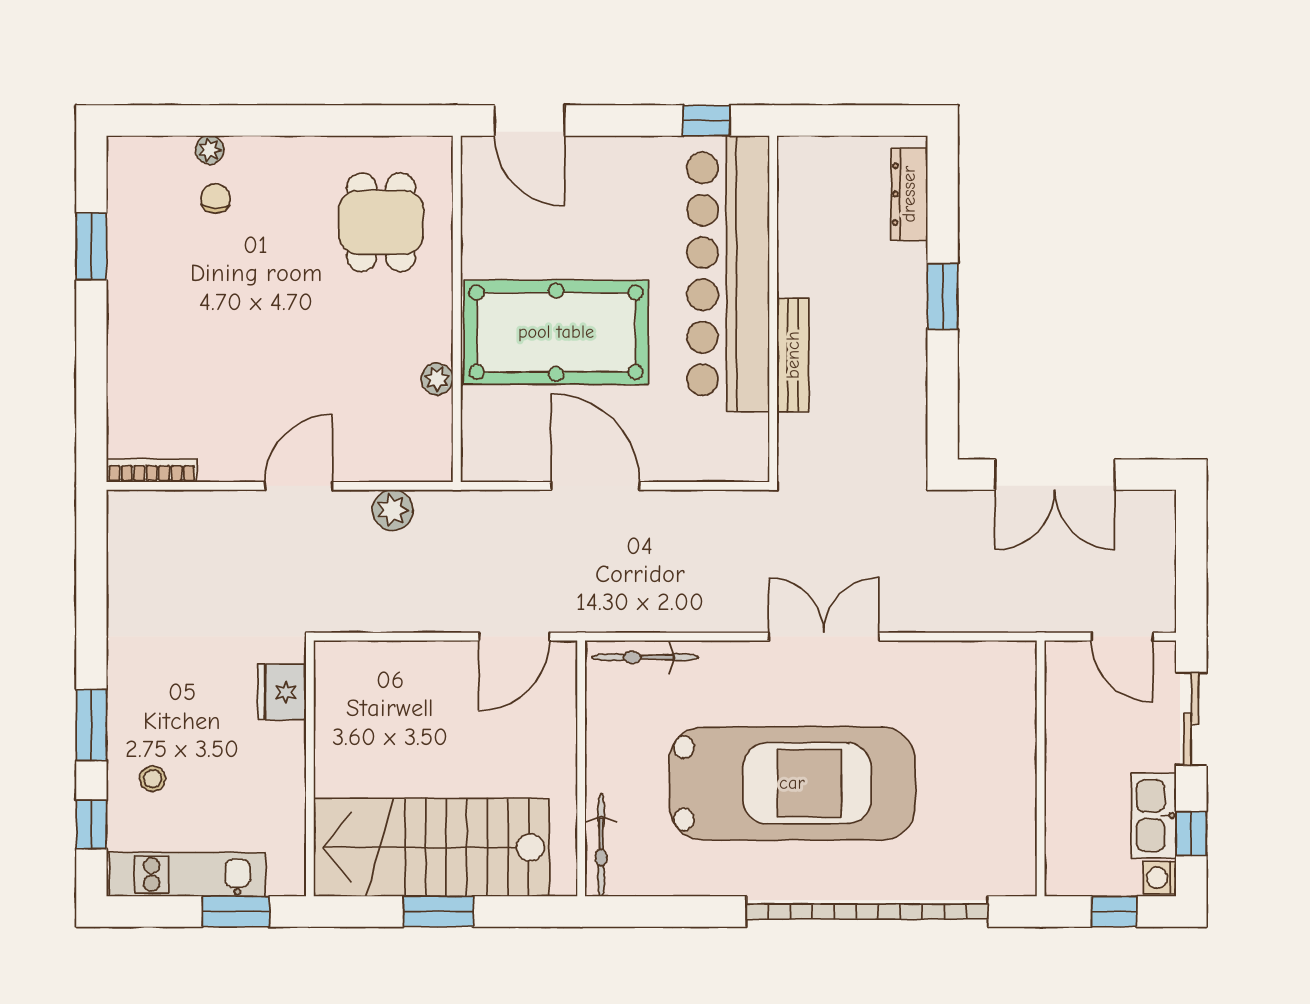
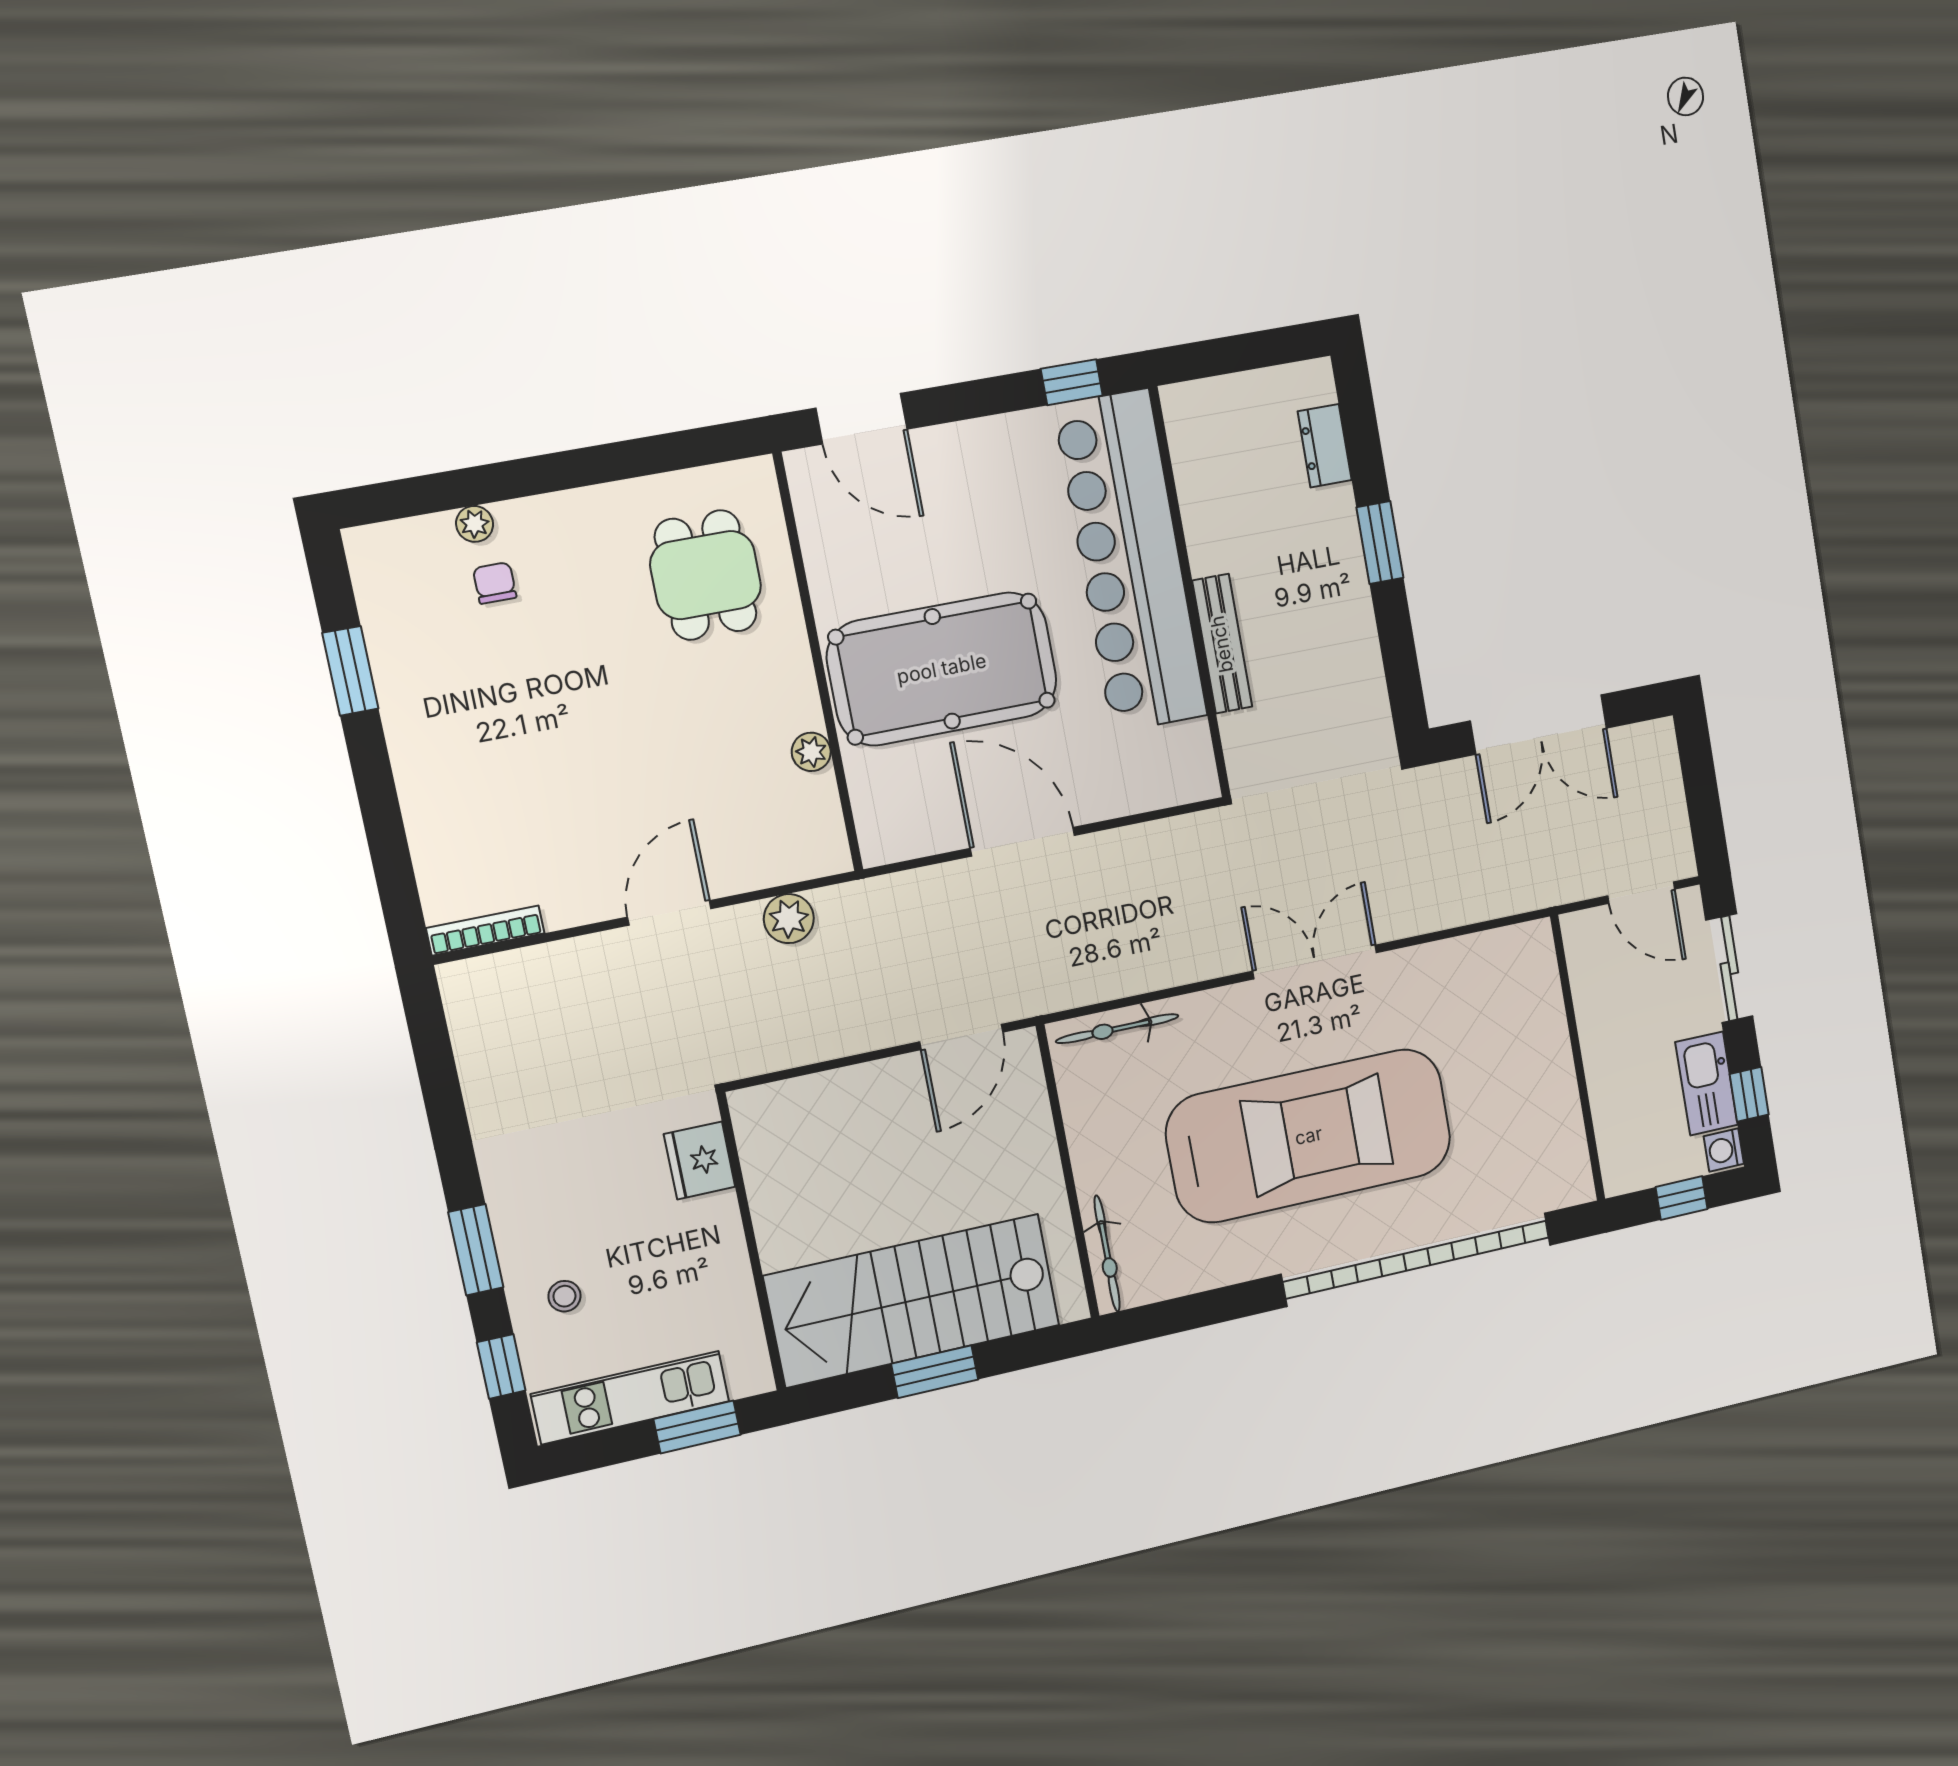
dresser: (909, 194) -> (1325, 446), width x0.70

